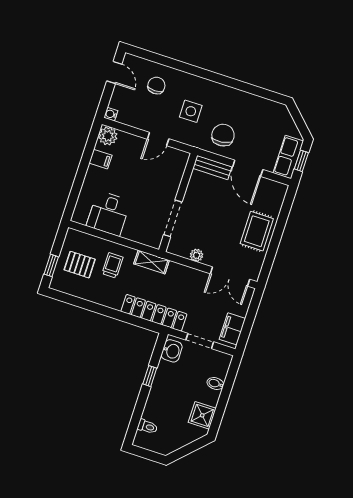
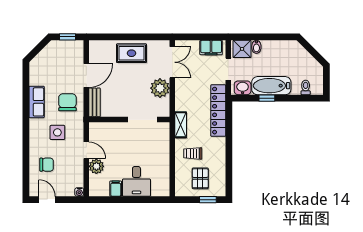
door: (114, 72) -> (47, 200), hinge flipped
chair: (156, 86) -> (47, 165), turned 180
chair: (223, 135) -> (67, 102), turned 97
plant: (108, 136) -> (96, 166), moved
row of seats: (288, 157) -> (37, 102), moved, turned -90
desk: (109, 213) -> (136, 181), moved, turned 90
plant: (197, 255) -> (160, 88), width x1.88, depth x1.88
bathtub: (163, 386) -> (271, 86), added
shower: (202, 415) -> (242, 49), moved

